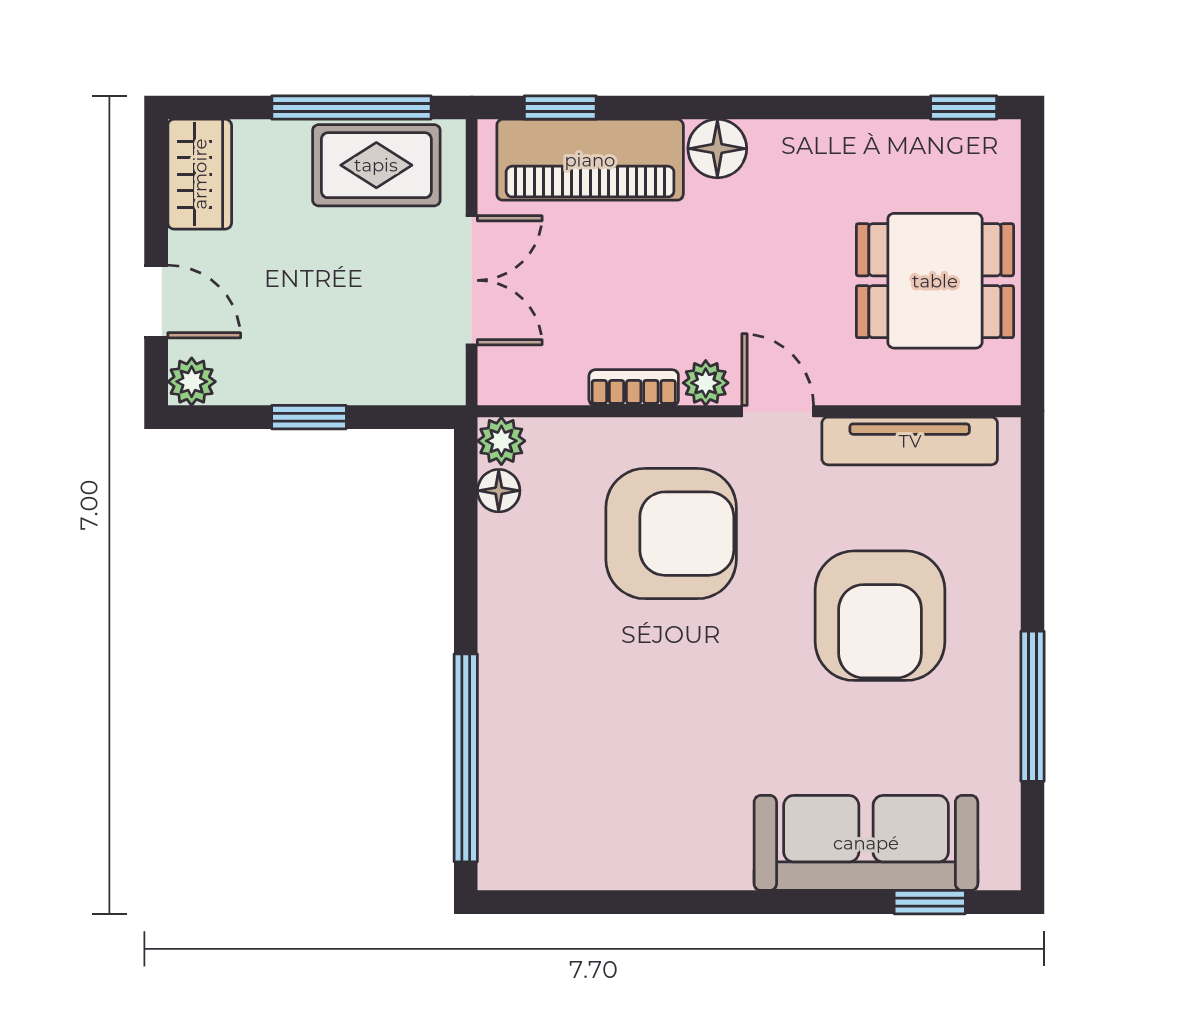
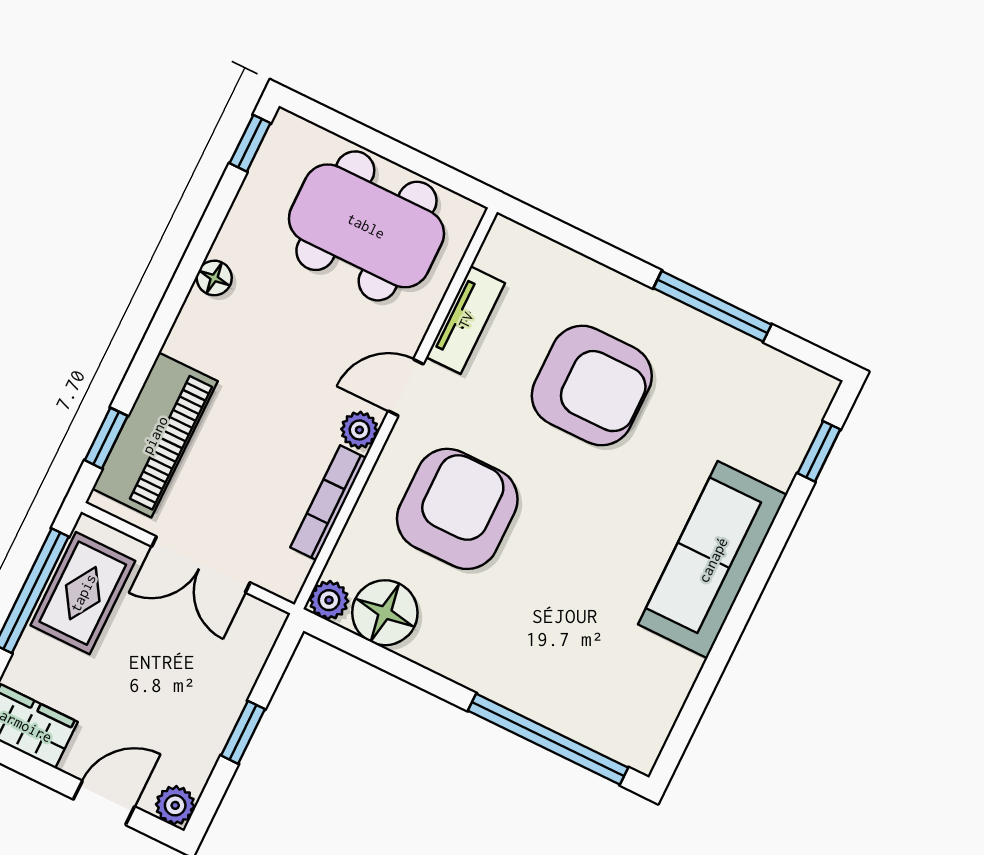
floor lamp: (717, 149) -> (214, 278), moved, width x0.73, depth x0.73
double door: (472, 280) -> (201, 565), swing flipped
dining table: (935, 281) -> (366, 226), width x1.38
bookcase: (634, 388) -> (328, 503), width x1.56
tv unit: (910, 441) -> (466, 320), width x0.71
floor lamp: (499, 491) -> (385, 613), width x1.89, depth x1.89
sofa: (866, 843) -> (713, 560), moved

